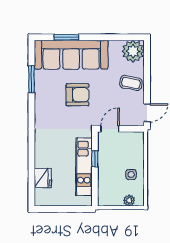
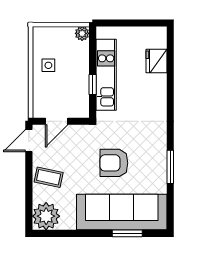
window: (31, 79) -> (170, 167), moved
door: (110, 129) -> (57, 121), moved
plant: (129, 200) -> (82, 33), moved

